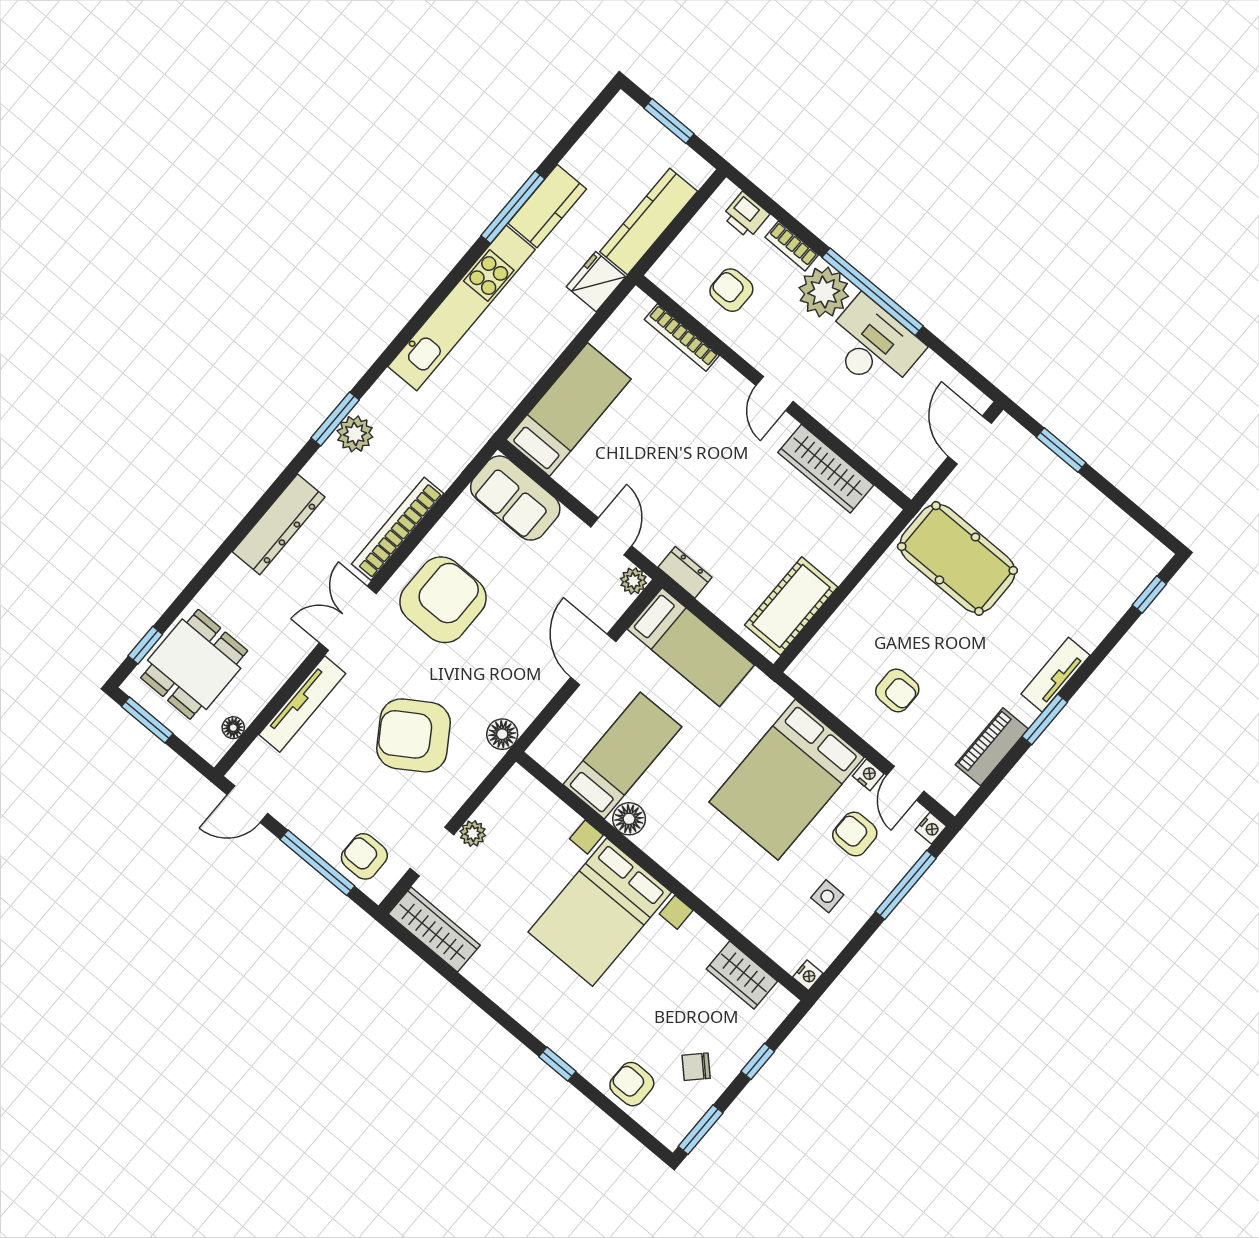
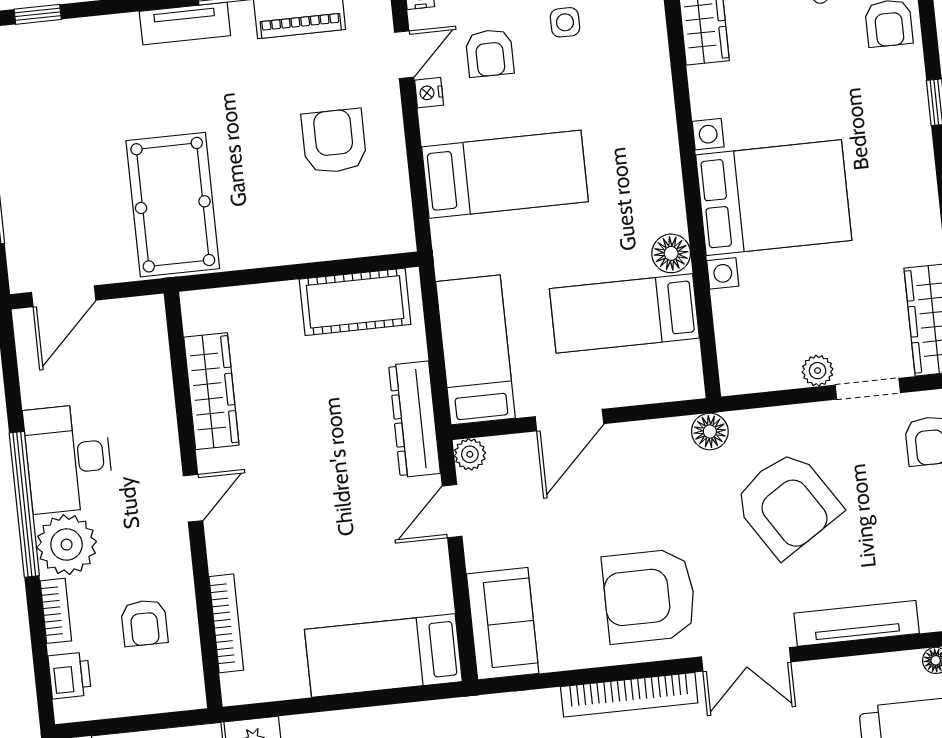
dresser: (685, 572) -> (414, 419), width x1.96, depth x1.24
armchair: (897, 690) -> (334, 141), width x1.38, depth x1.38
bed: (787, 780) -> (505, 174), width x0.67

